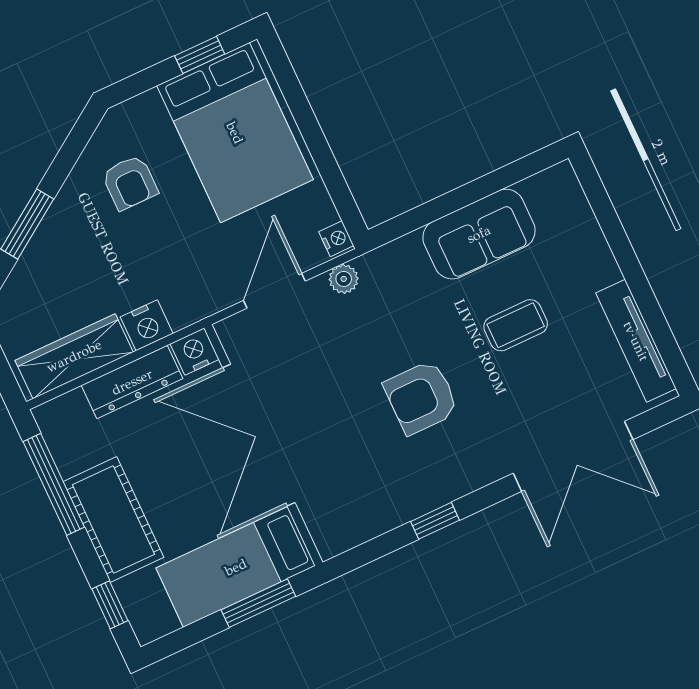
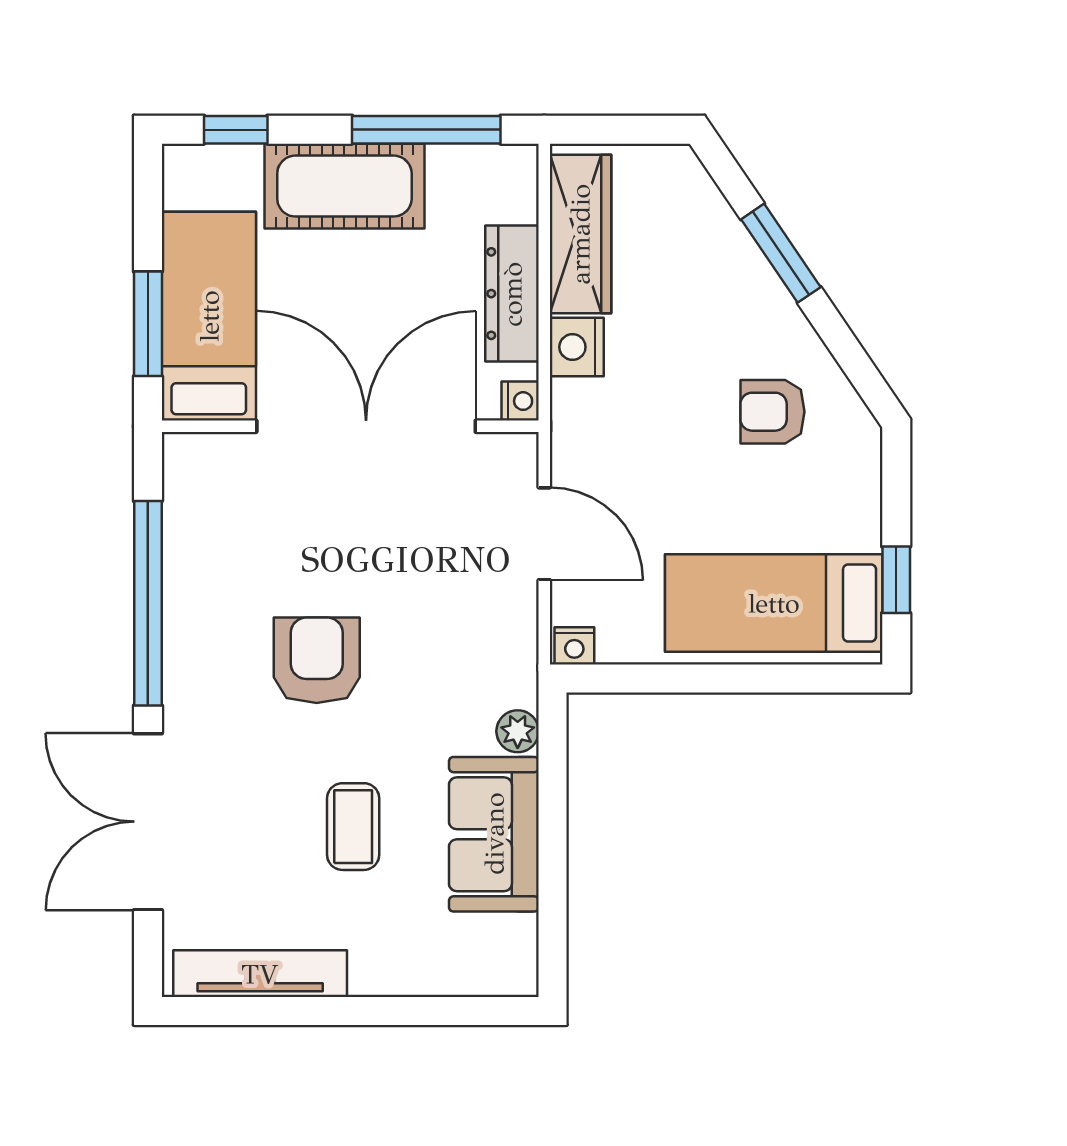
bed: (235, 133) -> (774, 603), width x0.67
plant: (344, 279) -> (518, 731), moved
nightstand: (195, 352) -> (520, 401), width x0.72, depth x0.74
window: (435, 521) -> (148, 603), width x3.17

